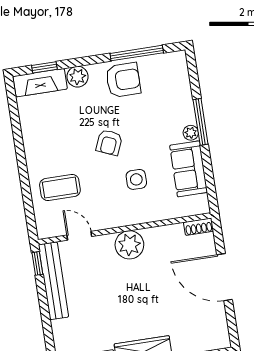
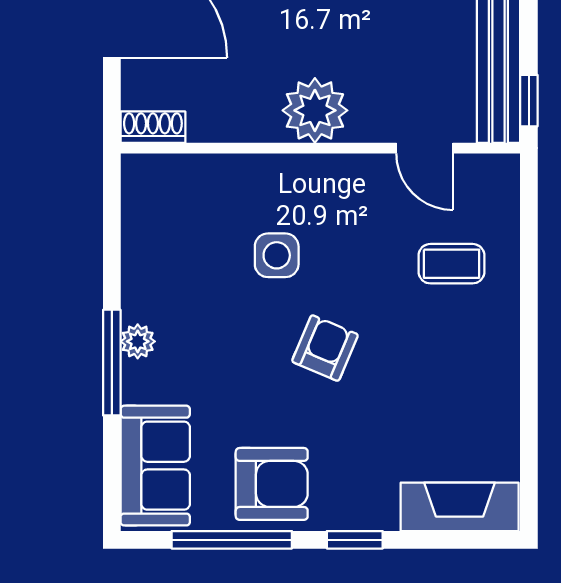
window: (44, 67) -> (355, 540), moved
plant: (78, 77) -> (373, 507), removed
armchair: (123, 80) -> (272, 484), turned 180
sofa: (189, 169) -> (155, 466), moved
coffee table: (60, 188) -> (451, 264), width x0.73, depth x0.77

